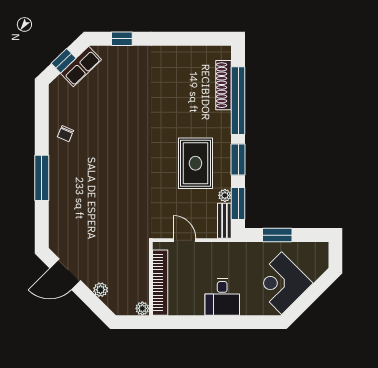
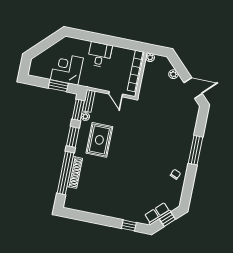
shoe rack: (224, 85) -> (75, 172), moved
corner desk: (282, 283) -> (67, 69), moved, turned -135

